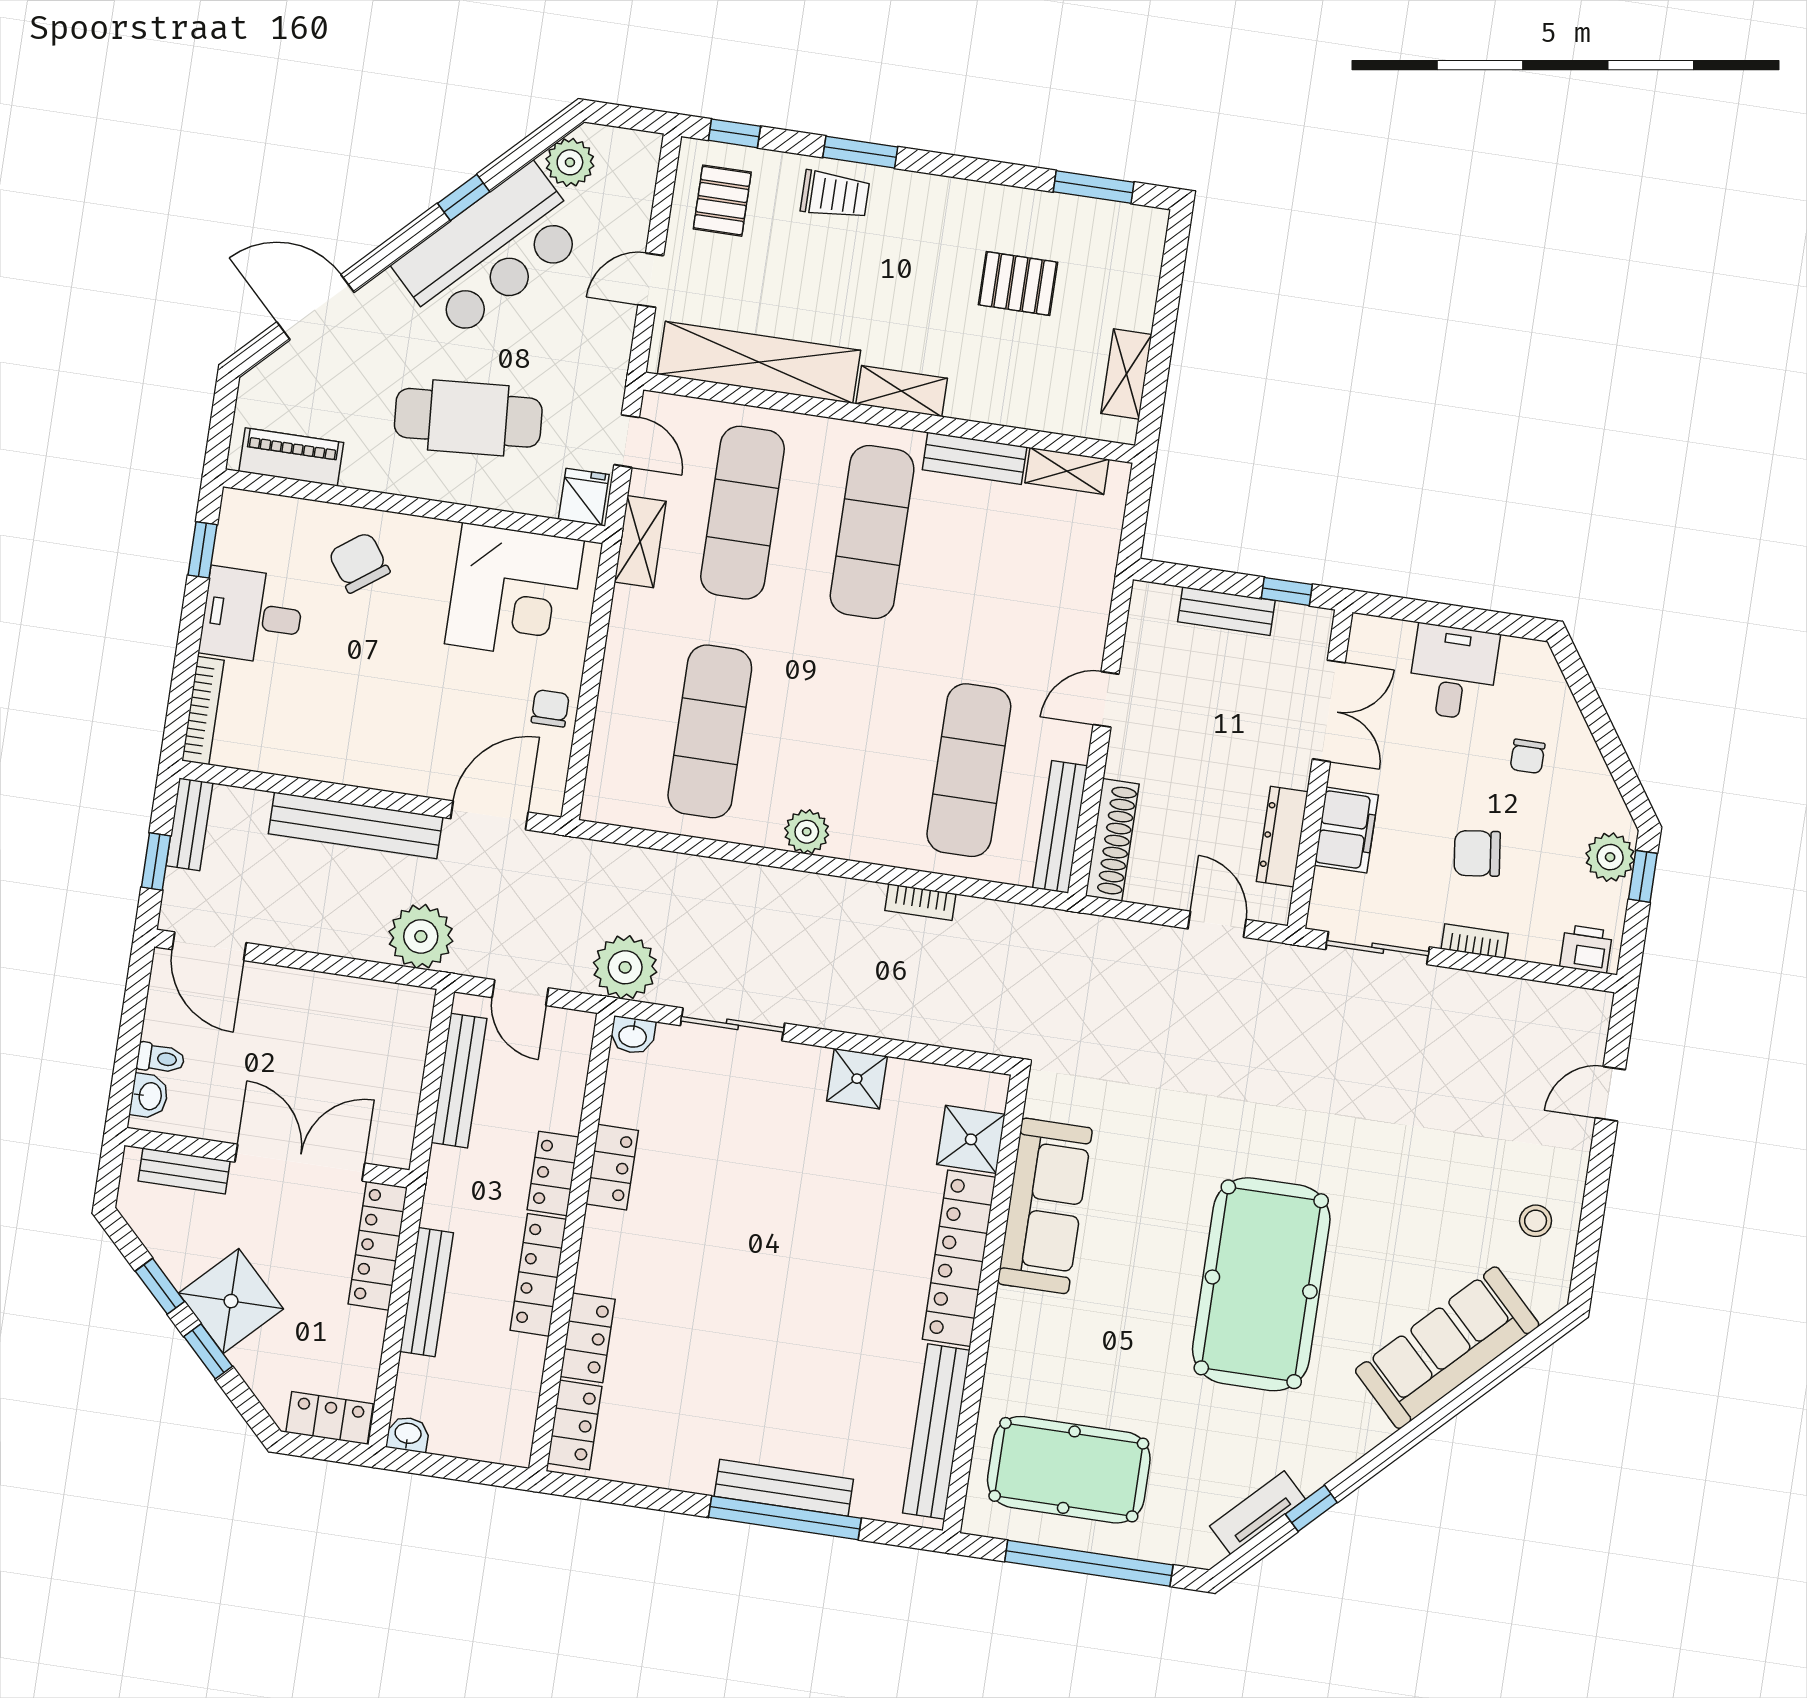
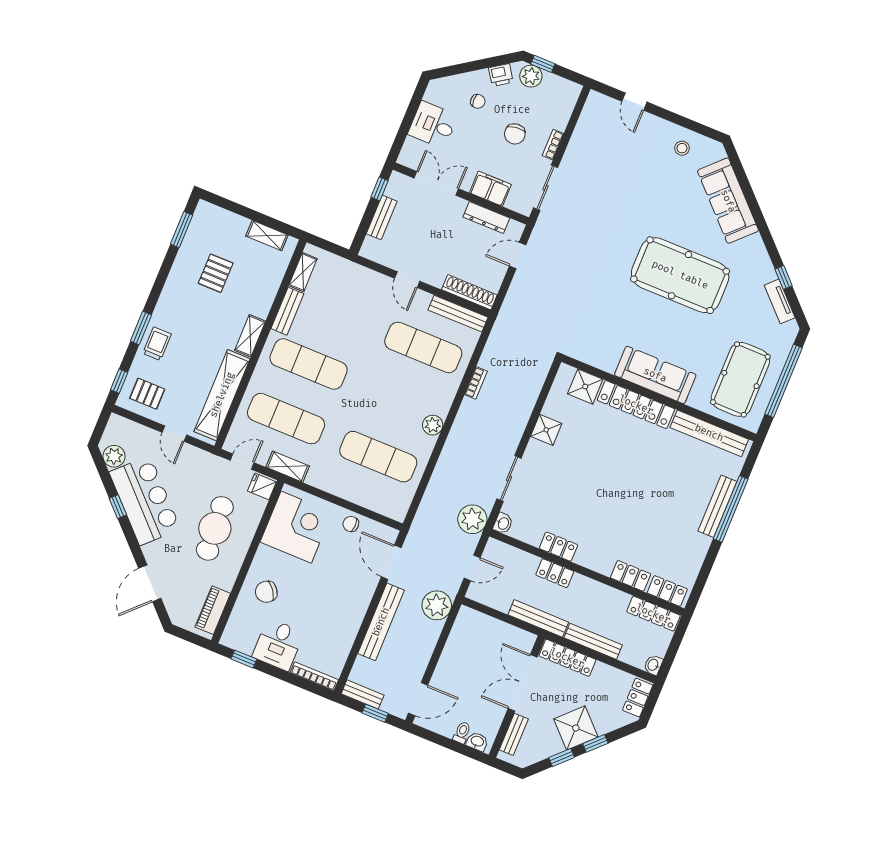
printer: (1586, 949) -> (501, 75), moved, turned -124
bench: (459, 1081) -> (538, 618), moved
sofa: (1045, 1206) -> (655, 375), moved
locker: (538, 1275) -> (653, 614), moved

